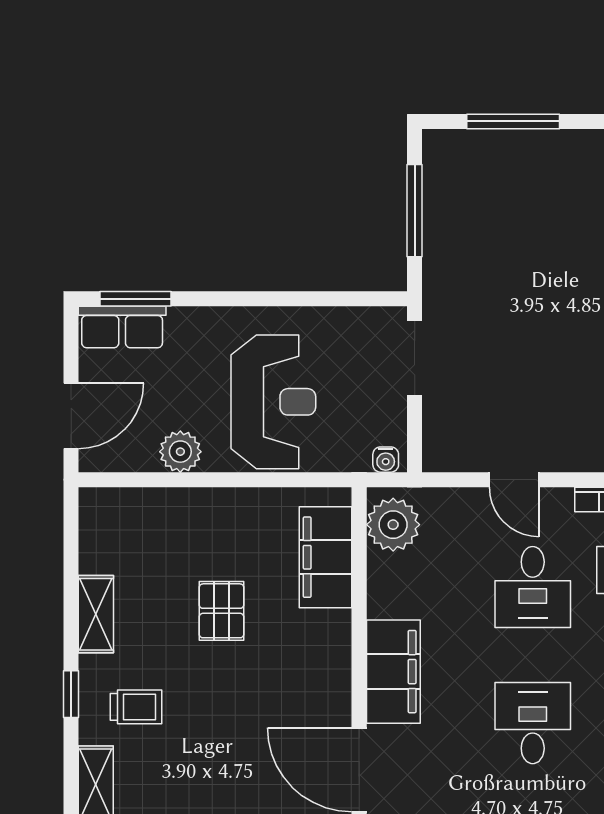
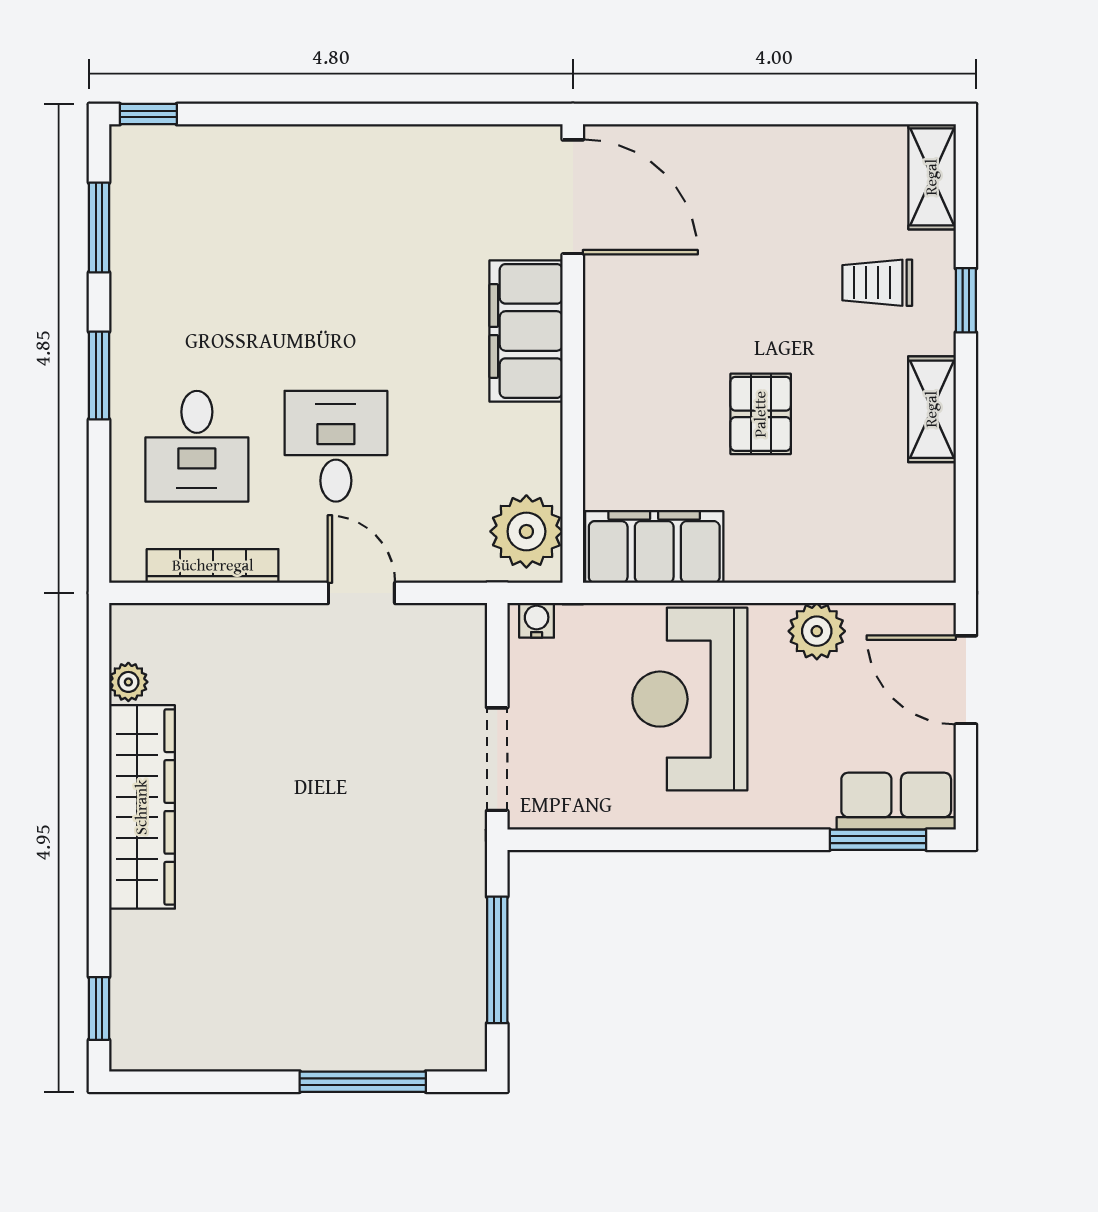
door: (71, 416) -> (966, 680), hinge flipped
filing cabinet: (326, 557) -> (654, 547), moved, turned -90
desk: (533, 723) -> (336, 261), removed

